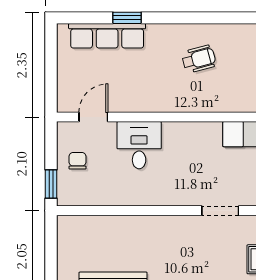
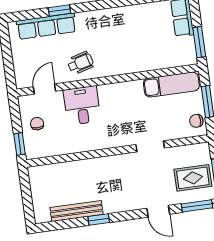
wheelchair: (199, 59) -> (81, 63), moved

